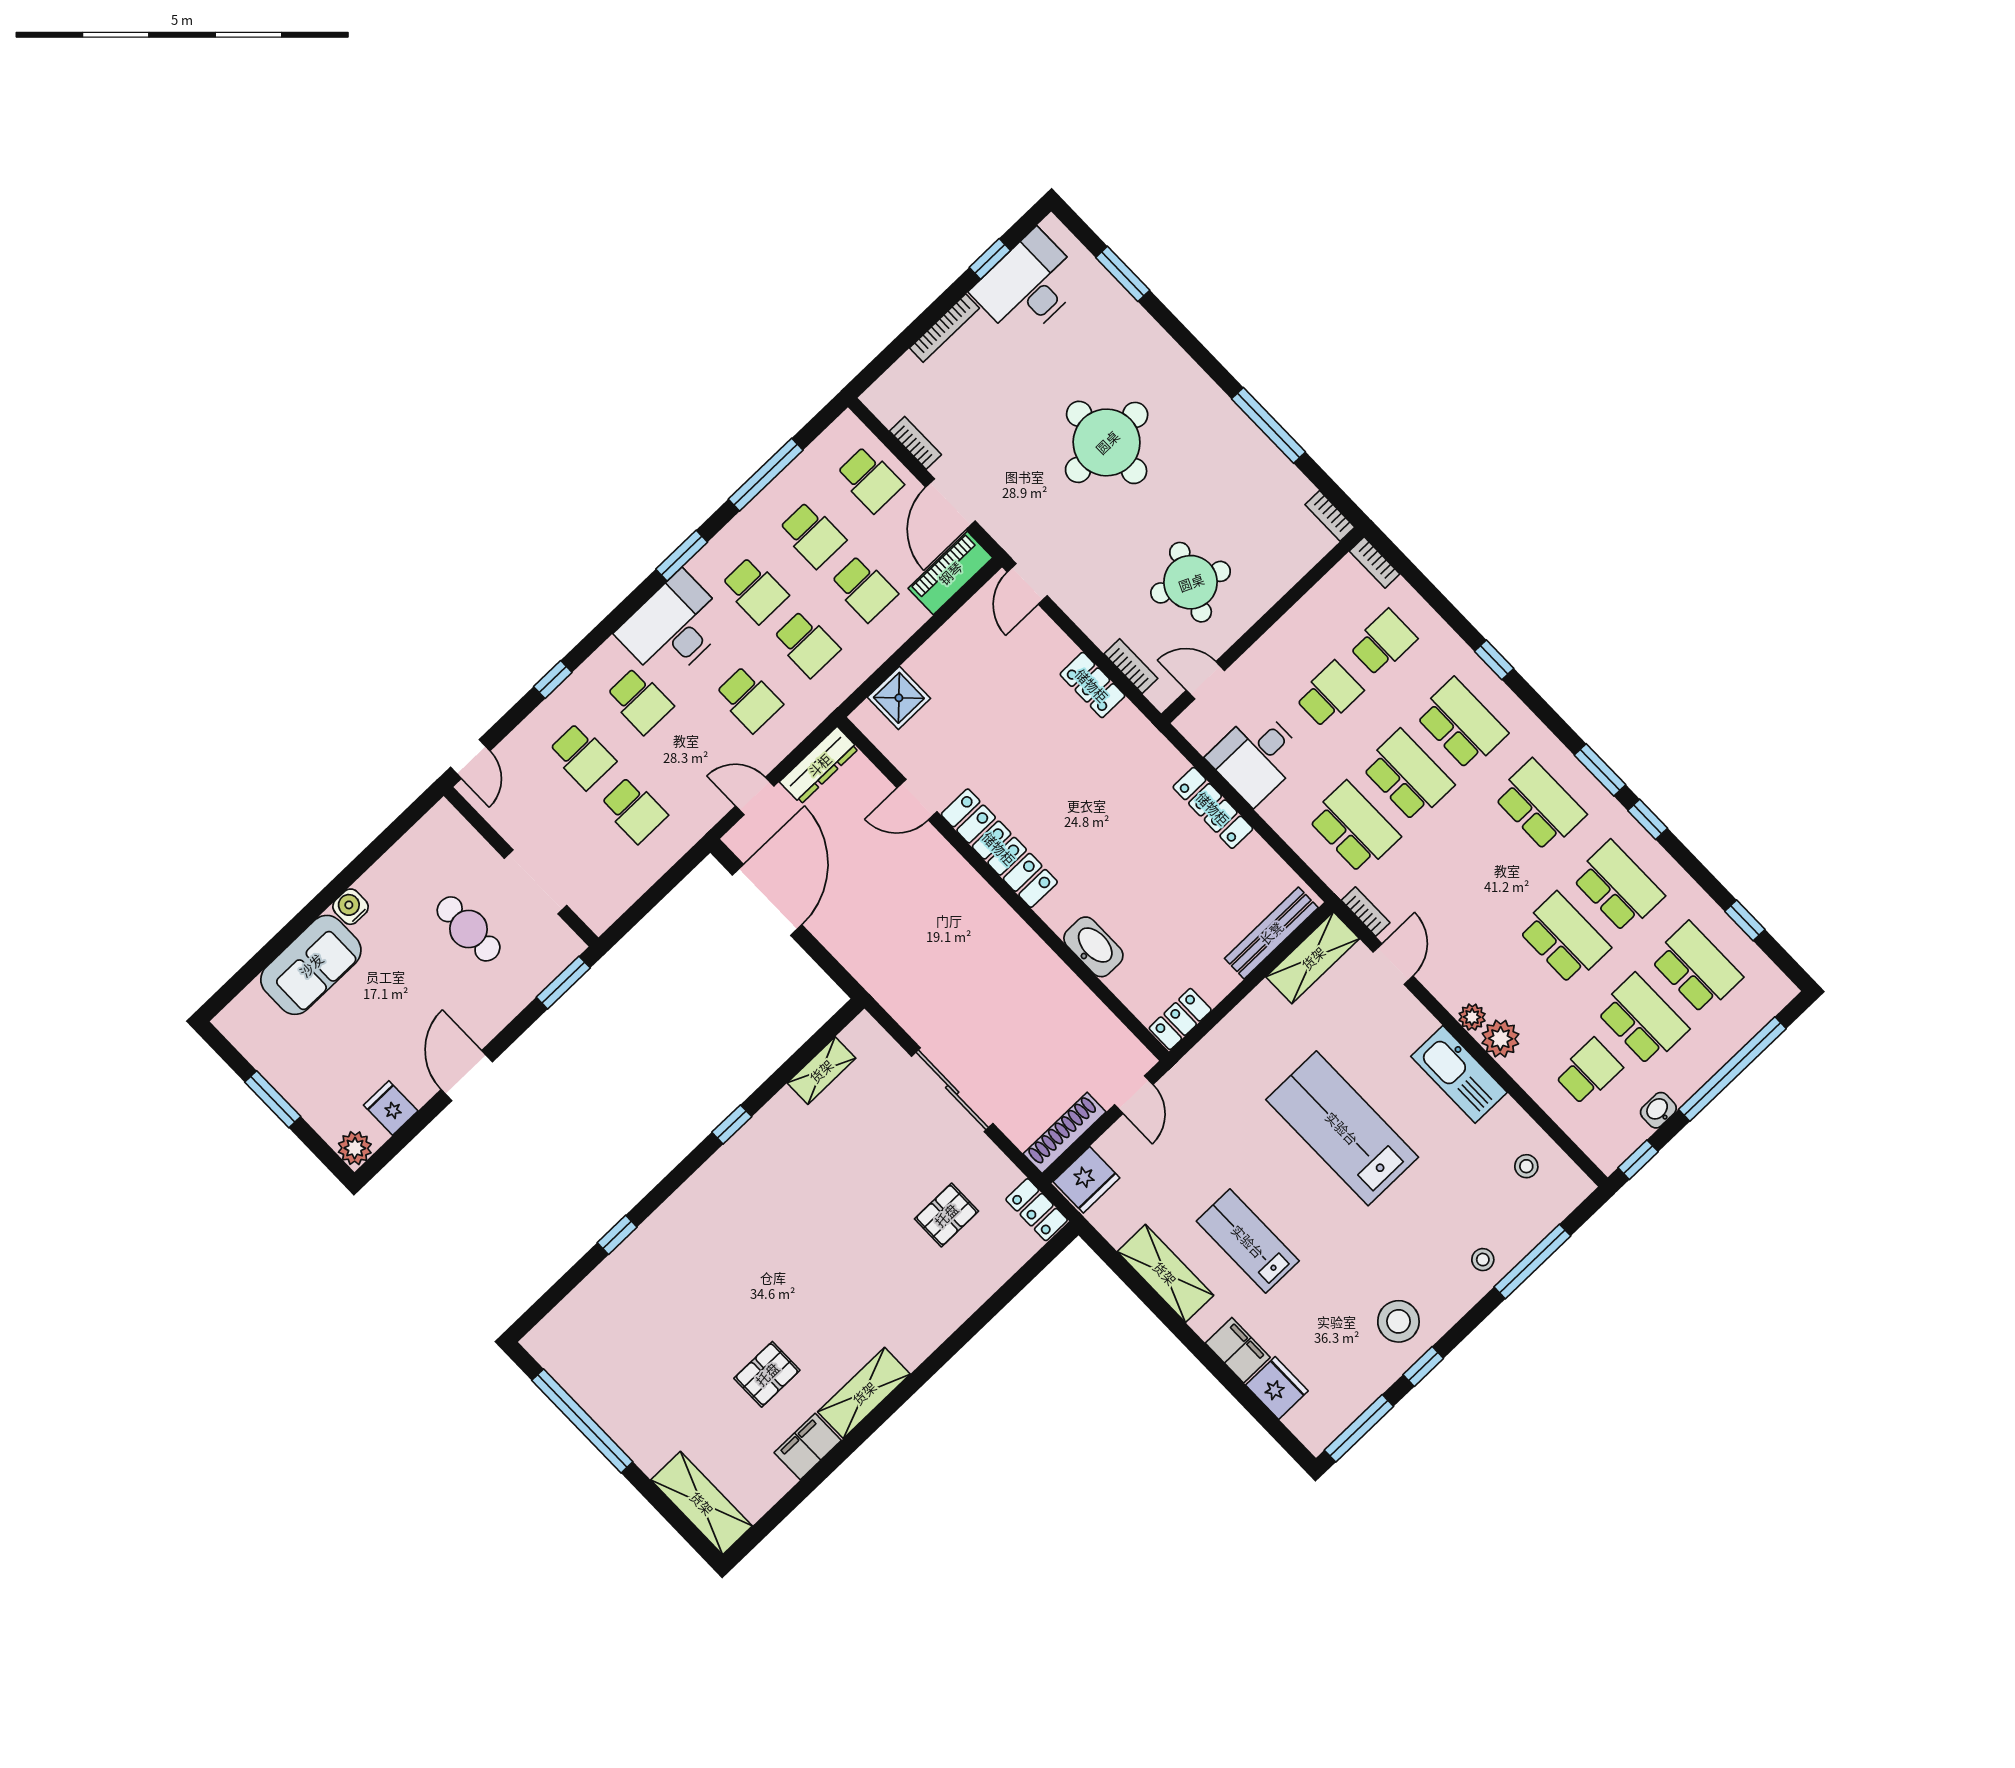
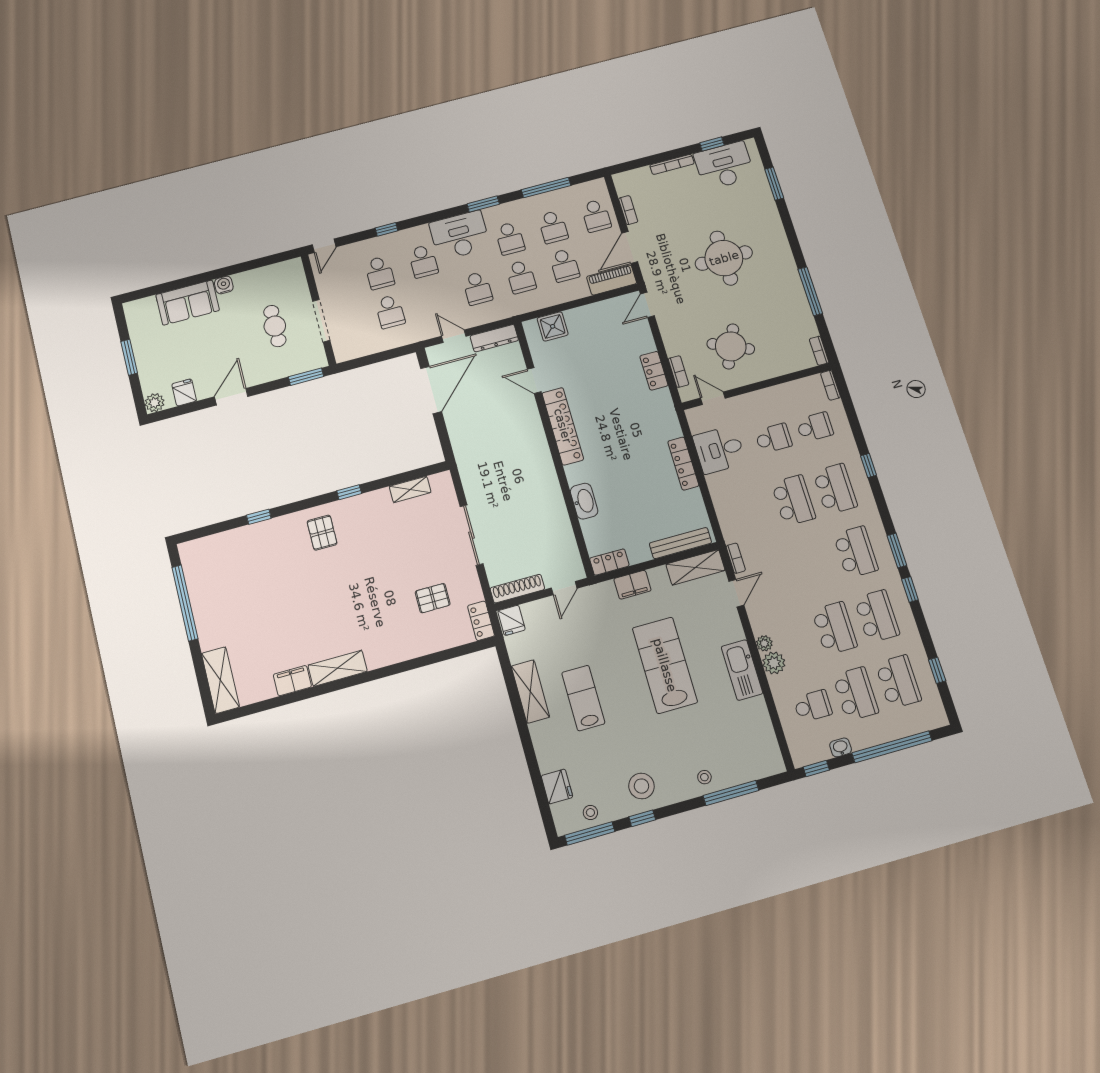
school desk: (1354, 828) -> (752, 512), removed
stool: (1526, 1166) -> (590, 812), moved
fridge: (1086, 1180) -> (512, 620), width x0.72
filing cabinet: (1238, 1350) -> (632, 585), moved, turned 90
pallet: (767, 1374) -> (322, 533), moved, turned 90

